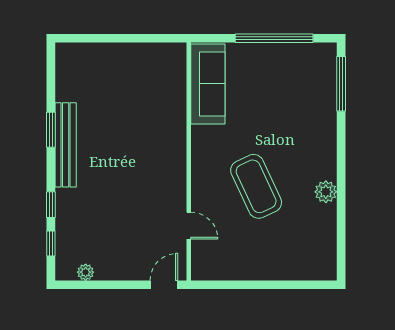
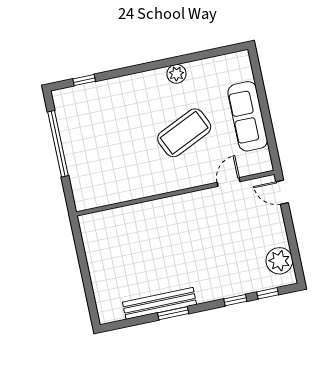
sofa: (208, 84) -> (248, 116), moved, turned -90
window: (341, 84) -> (84, 80), width x0.46
bench: (66, 145) -> (160, 303), moved
plant: (86, 272) -> (279, 261), width x1.88, depth x1.88

